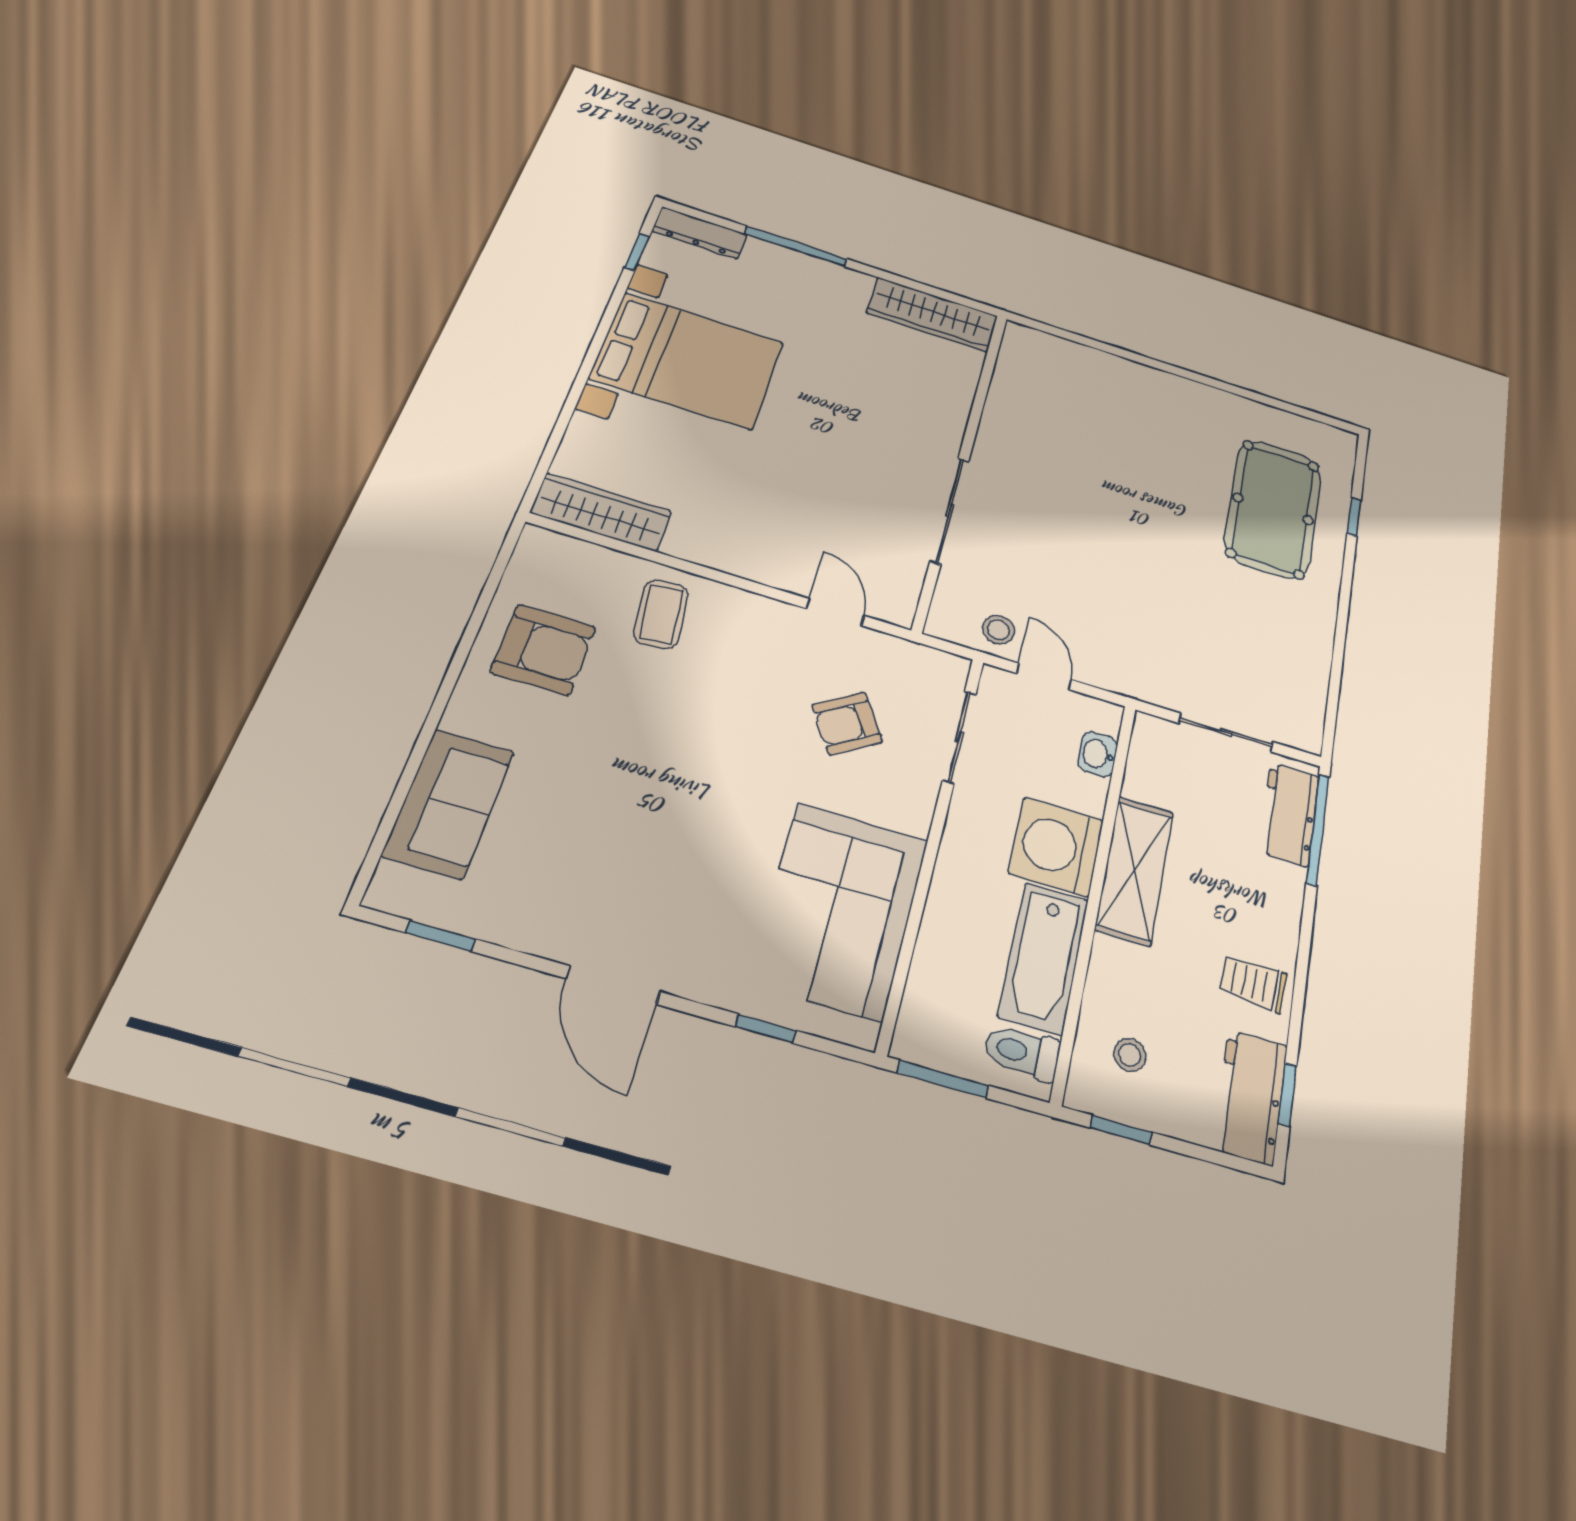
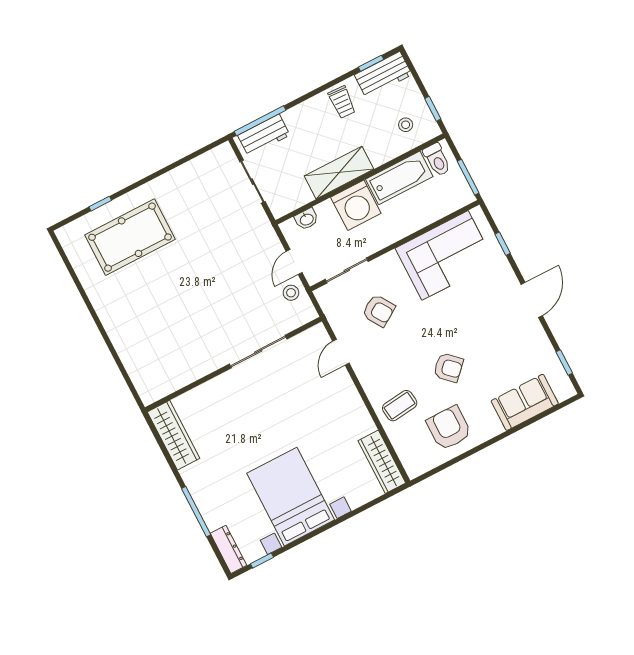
armchair: (643, 740) -> (448, 368), added

